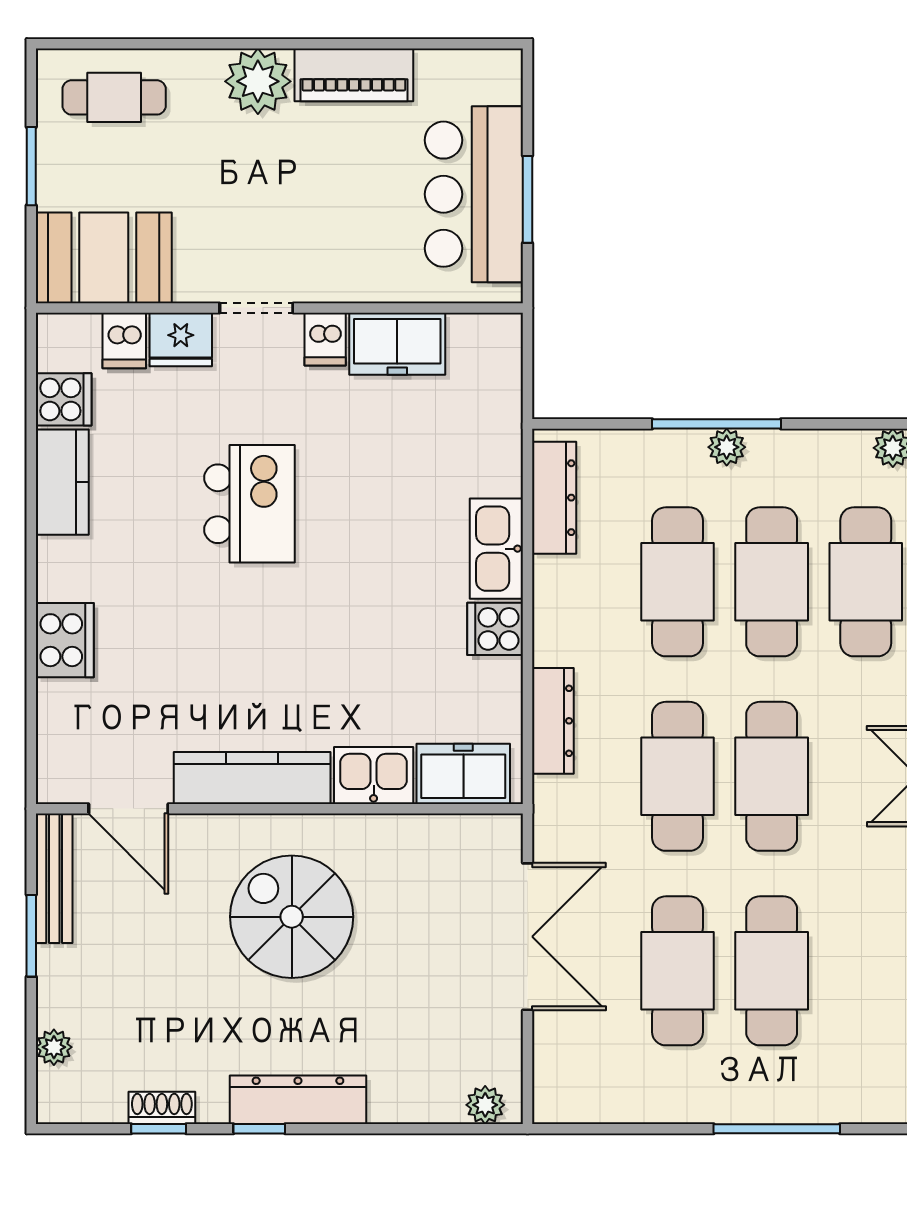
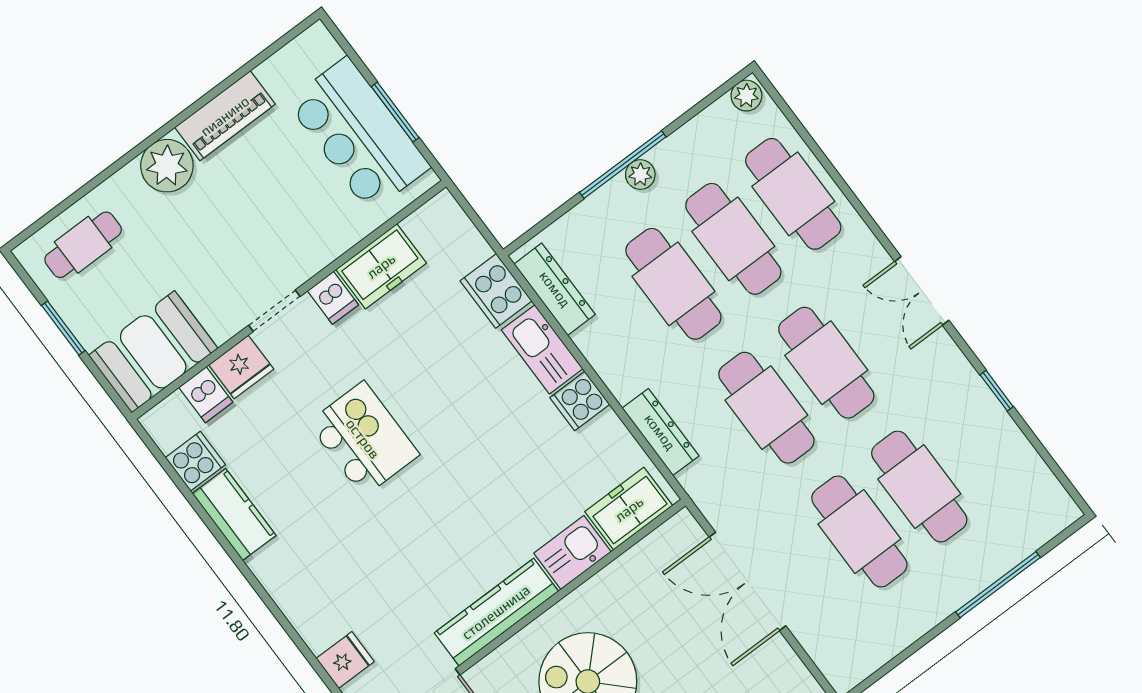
cooker: (65, 640) -> (496, 291), moved, turned 180
fridge: (64, 712) -> (345, 660), added
double door: (528, 937) -> (747, 581), swing flipped

